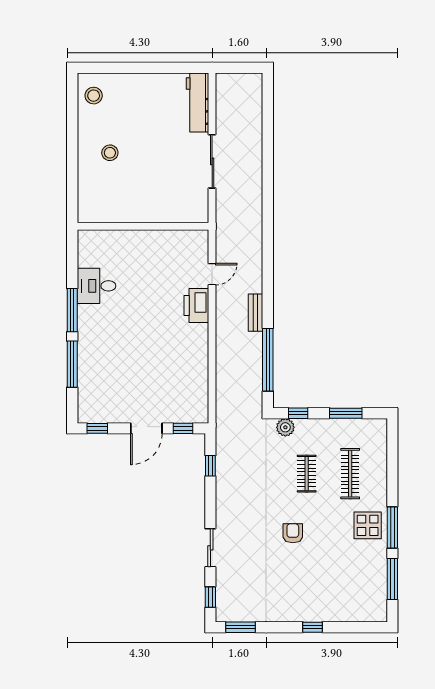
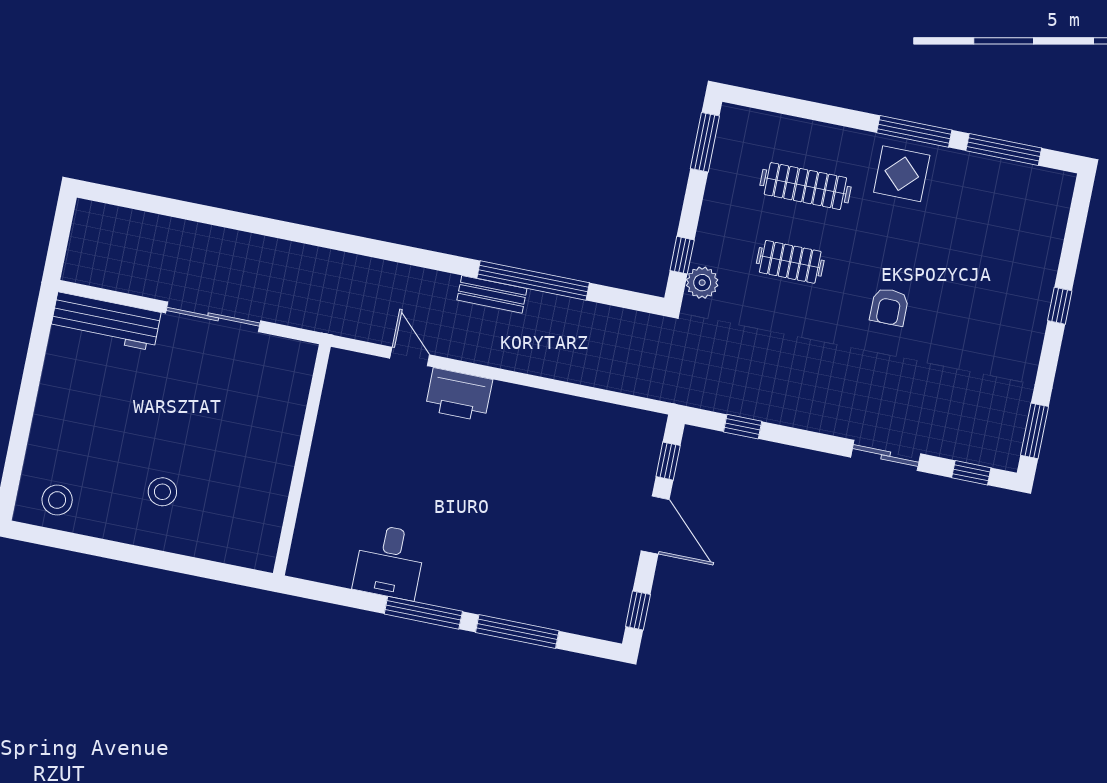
window: (268, 360) -> (533, 281), moved
window: (346, 413) -> (705, 142), moved
armchair: (293, 533) -> (889, 307), turned -90

